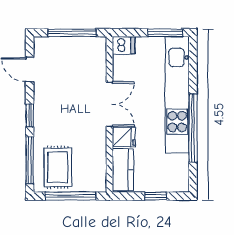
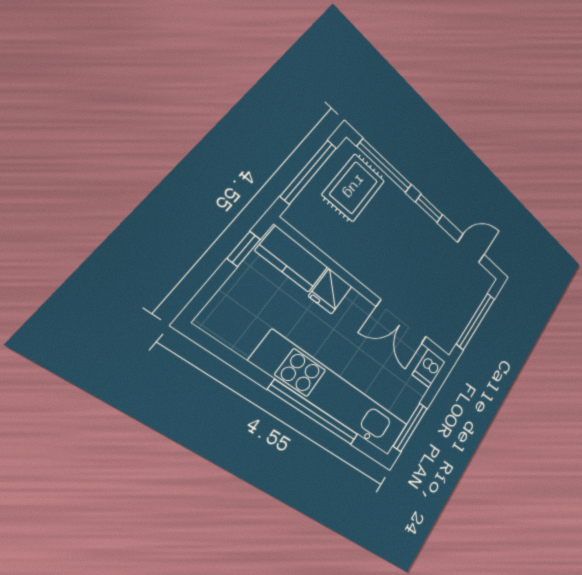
double door: (109, 104) -> (402, 322), moved
window: (193, 128) -> (314, 413), moved
rug: (58, 167) -> (354, 188), turned 90
window: (156, 196) -> (244, 249), moved

